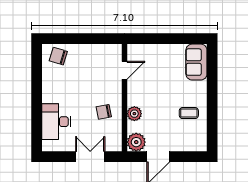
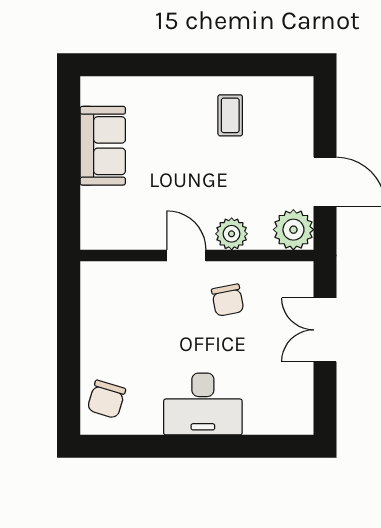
sofa: (196, 62) -> (103, 146), moved, turned -90
door: (124, 70) -> (186, 255), moved
desk: (56, 122) -> (203, 404), moved

